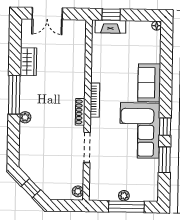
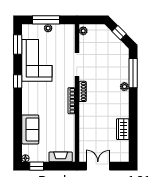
double door: (47, 13) -> (98, 166), moved
window: (111, 15) -> (37, 166), moved
sofa: (149, 83) -> (30, 129), moved
window: (14, 95) -> (133, 73), moved
corner sofa: (140, 130) -> (37, 60), moved
window: (164, 160) -> (18, 44), moved

